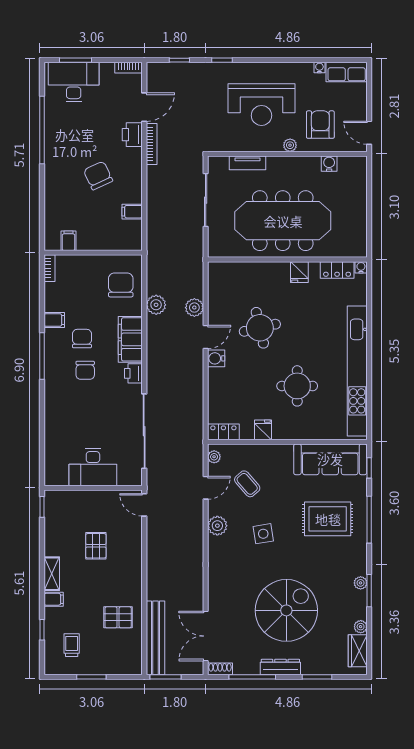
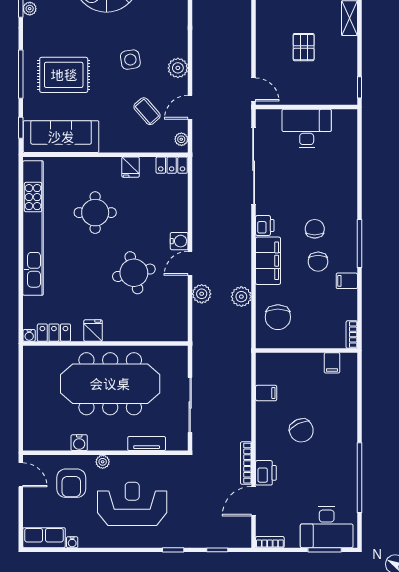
water cooler: (329, 164) -> (79, 443), moved

